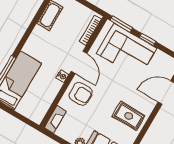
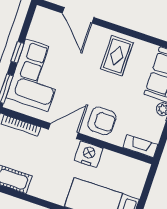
nightstand: (62, 76) -> (89, 154), width x1.89, depth x1.79
armchair: (81, 94) -> (102, 121), turned 90

